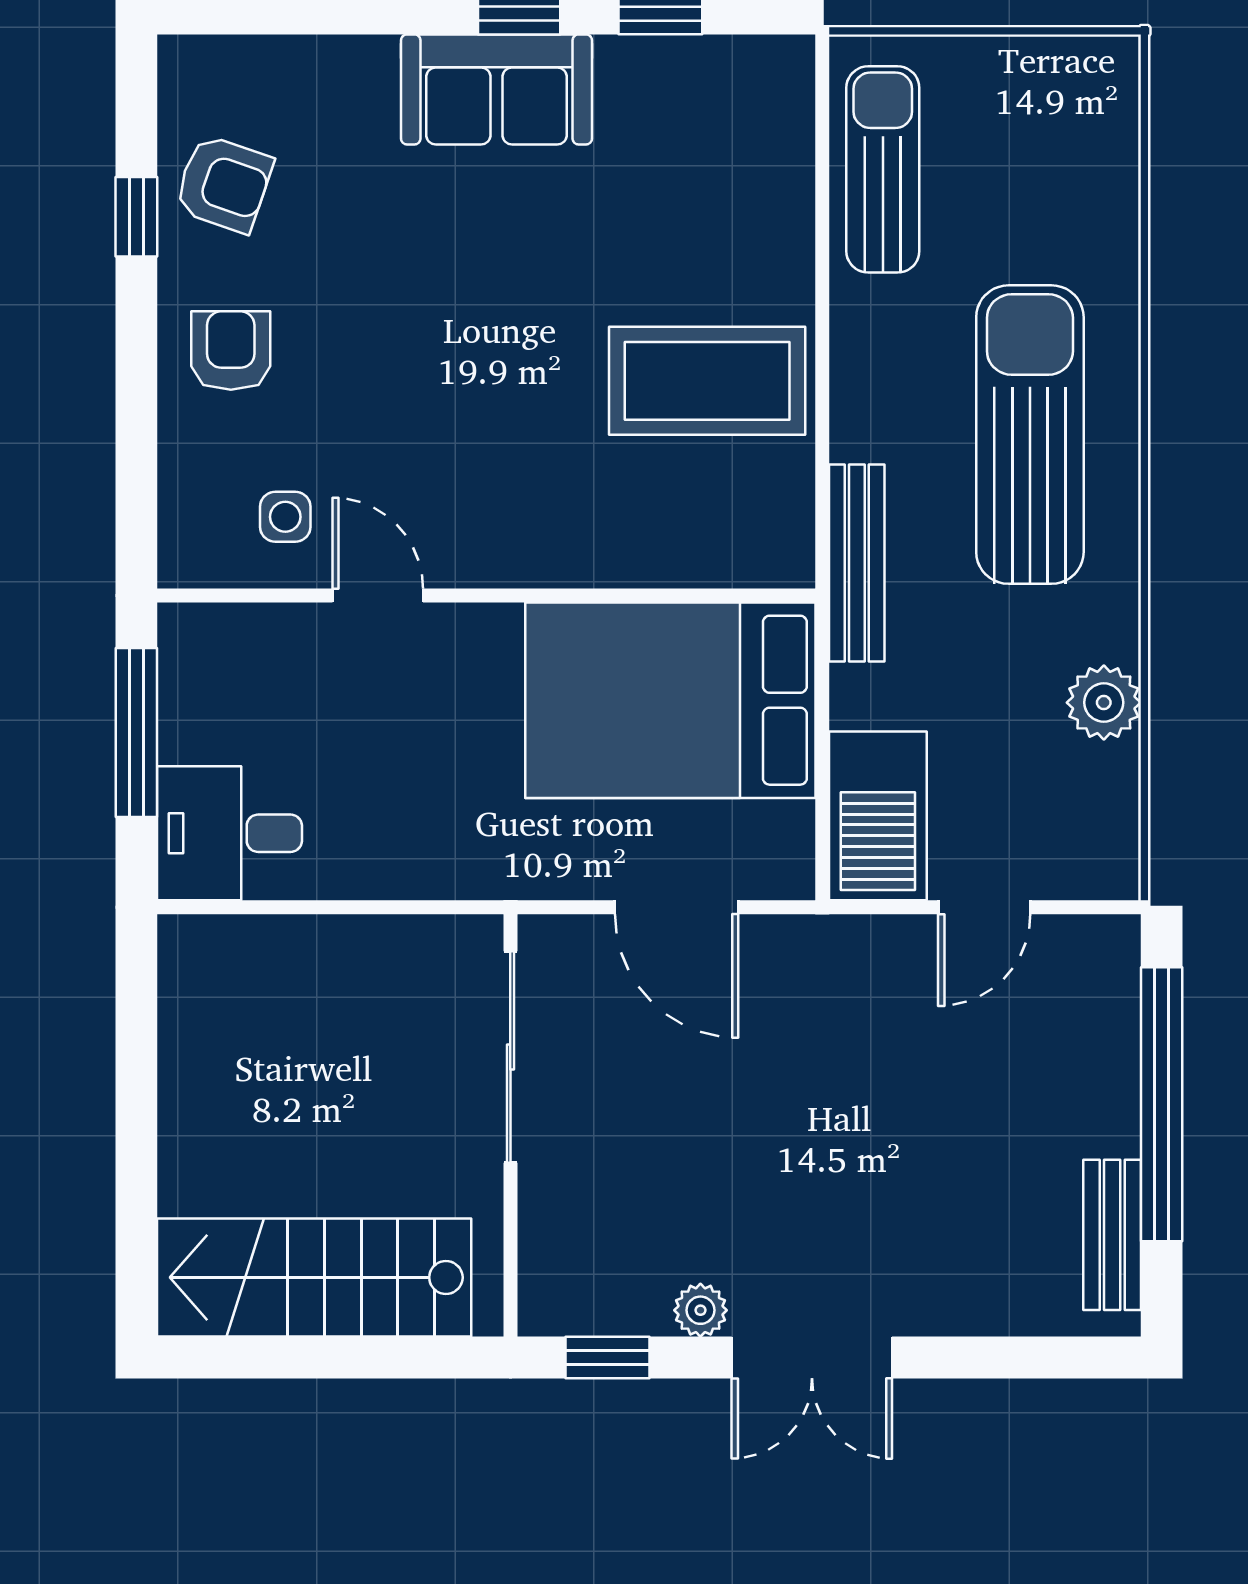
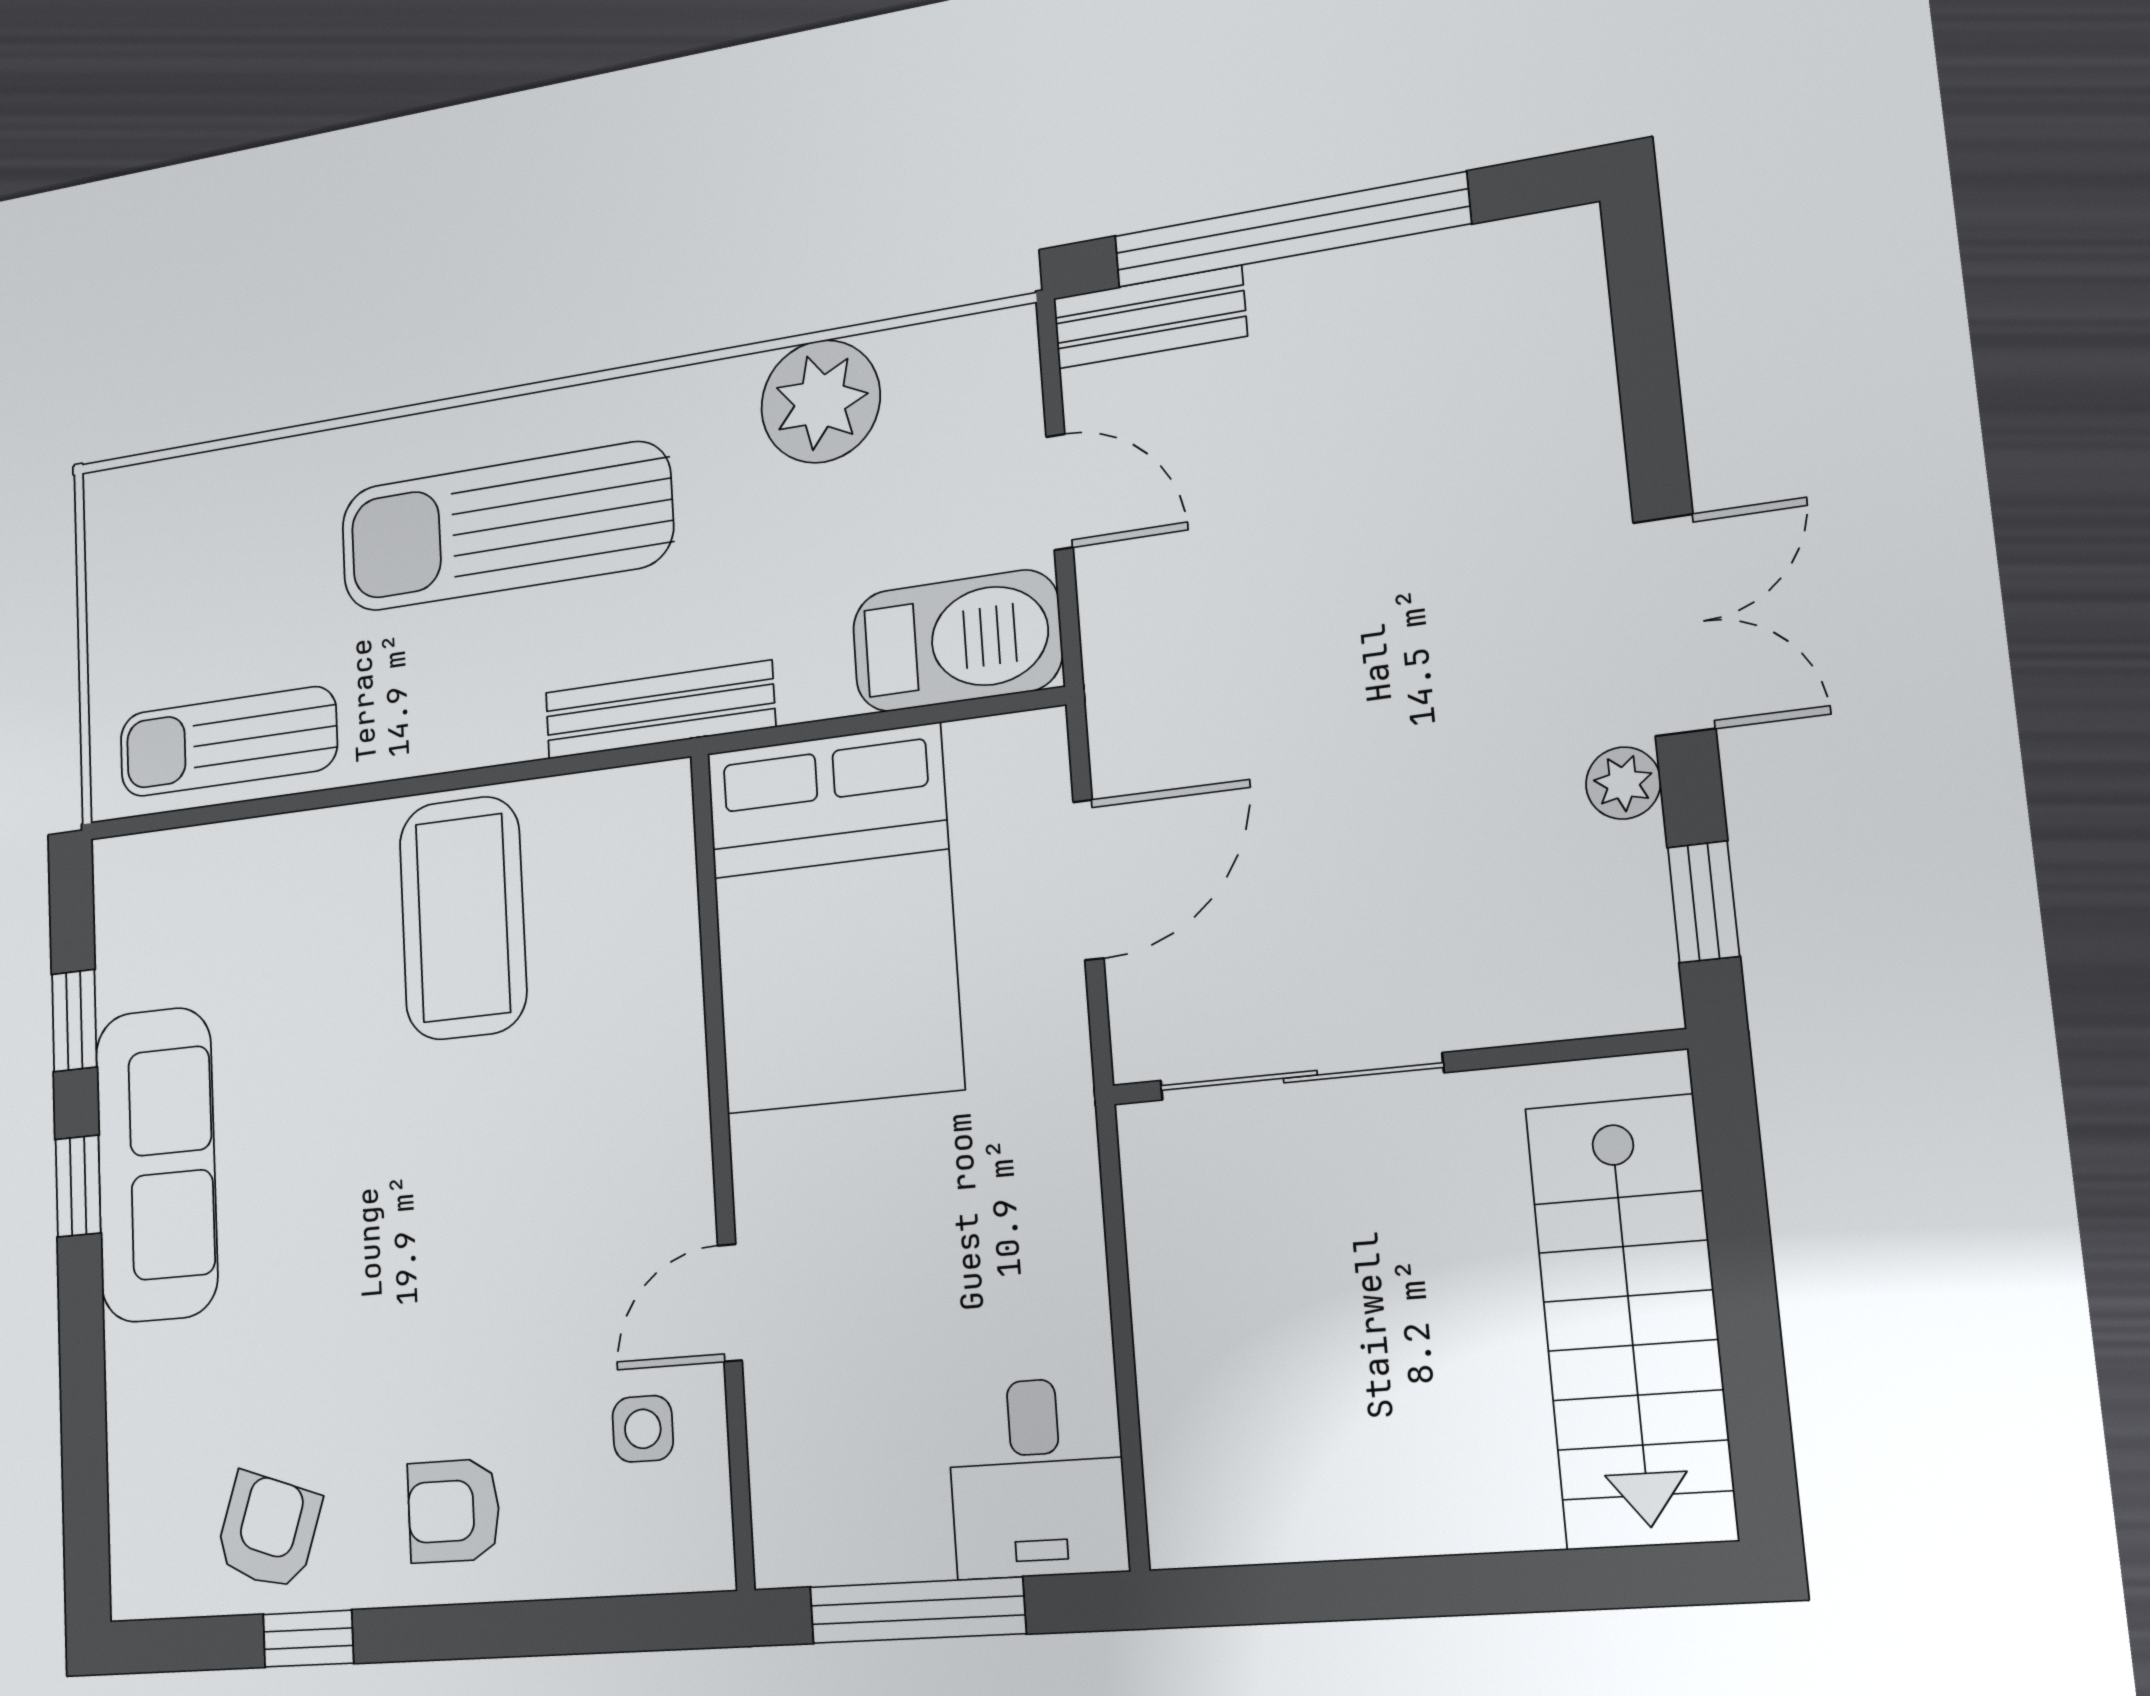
sofa: (497, 89) -> (156, 1164), width x1.36
plant: (1104, 703) -> (821, 401), width x1.36, depth x1.36
bench: (1112, 1235) -> (1150, 317), moved

